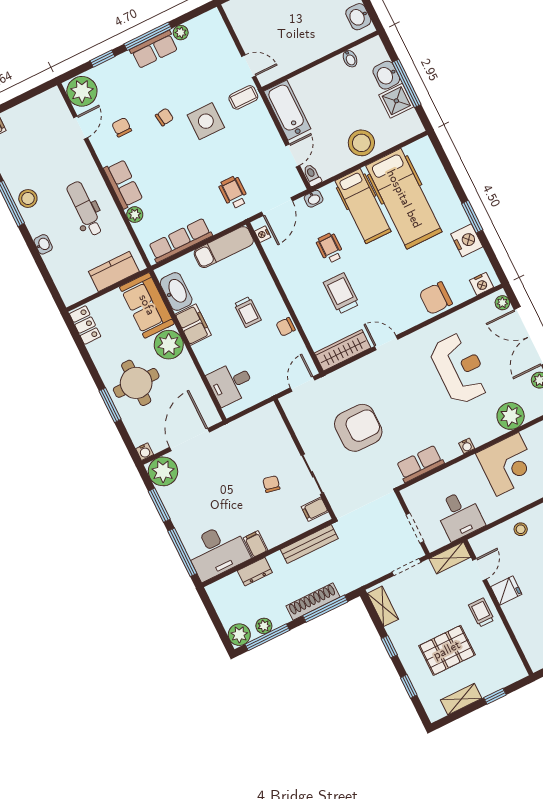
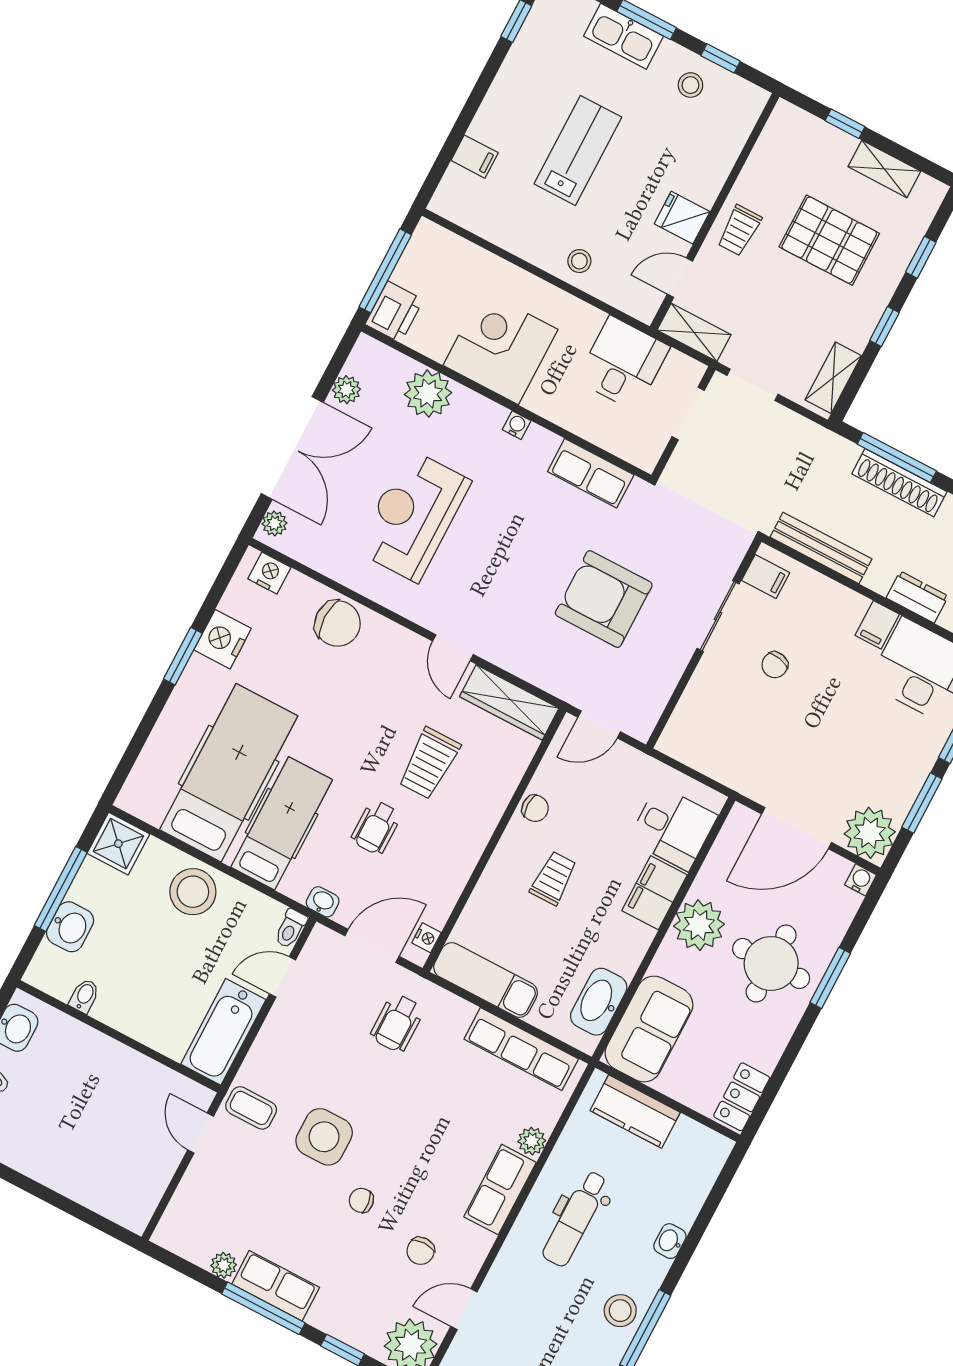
shower: (396, 101) -> (118, 844), moved
filing cabinet: (193, 325) -> (655, 893), moved
plant: (169, 345) -> (699, 925), moved

